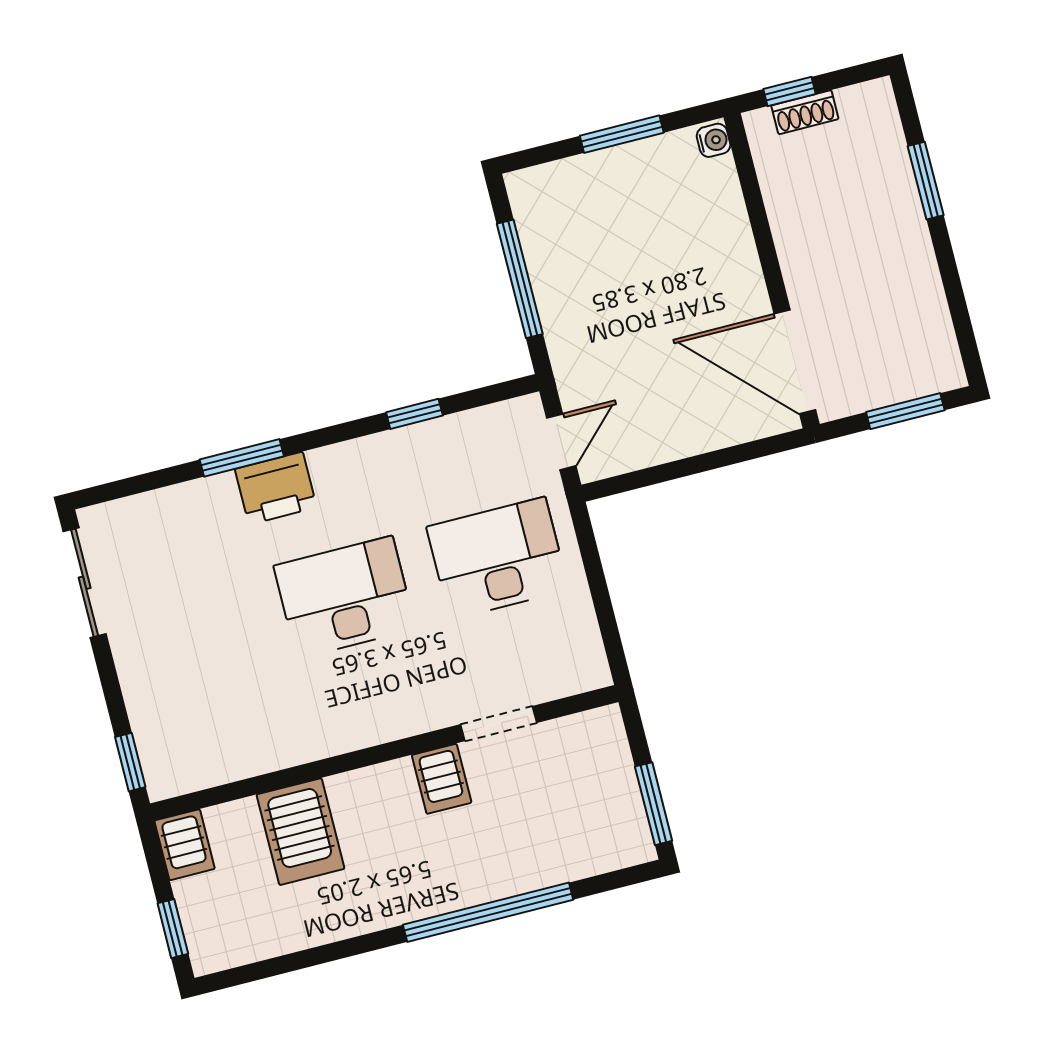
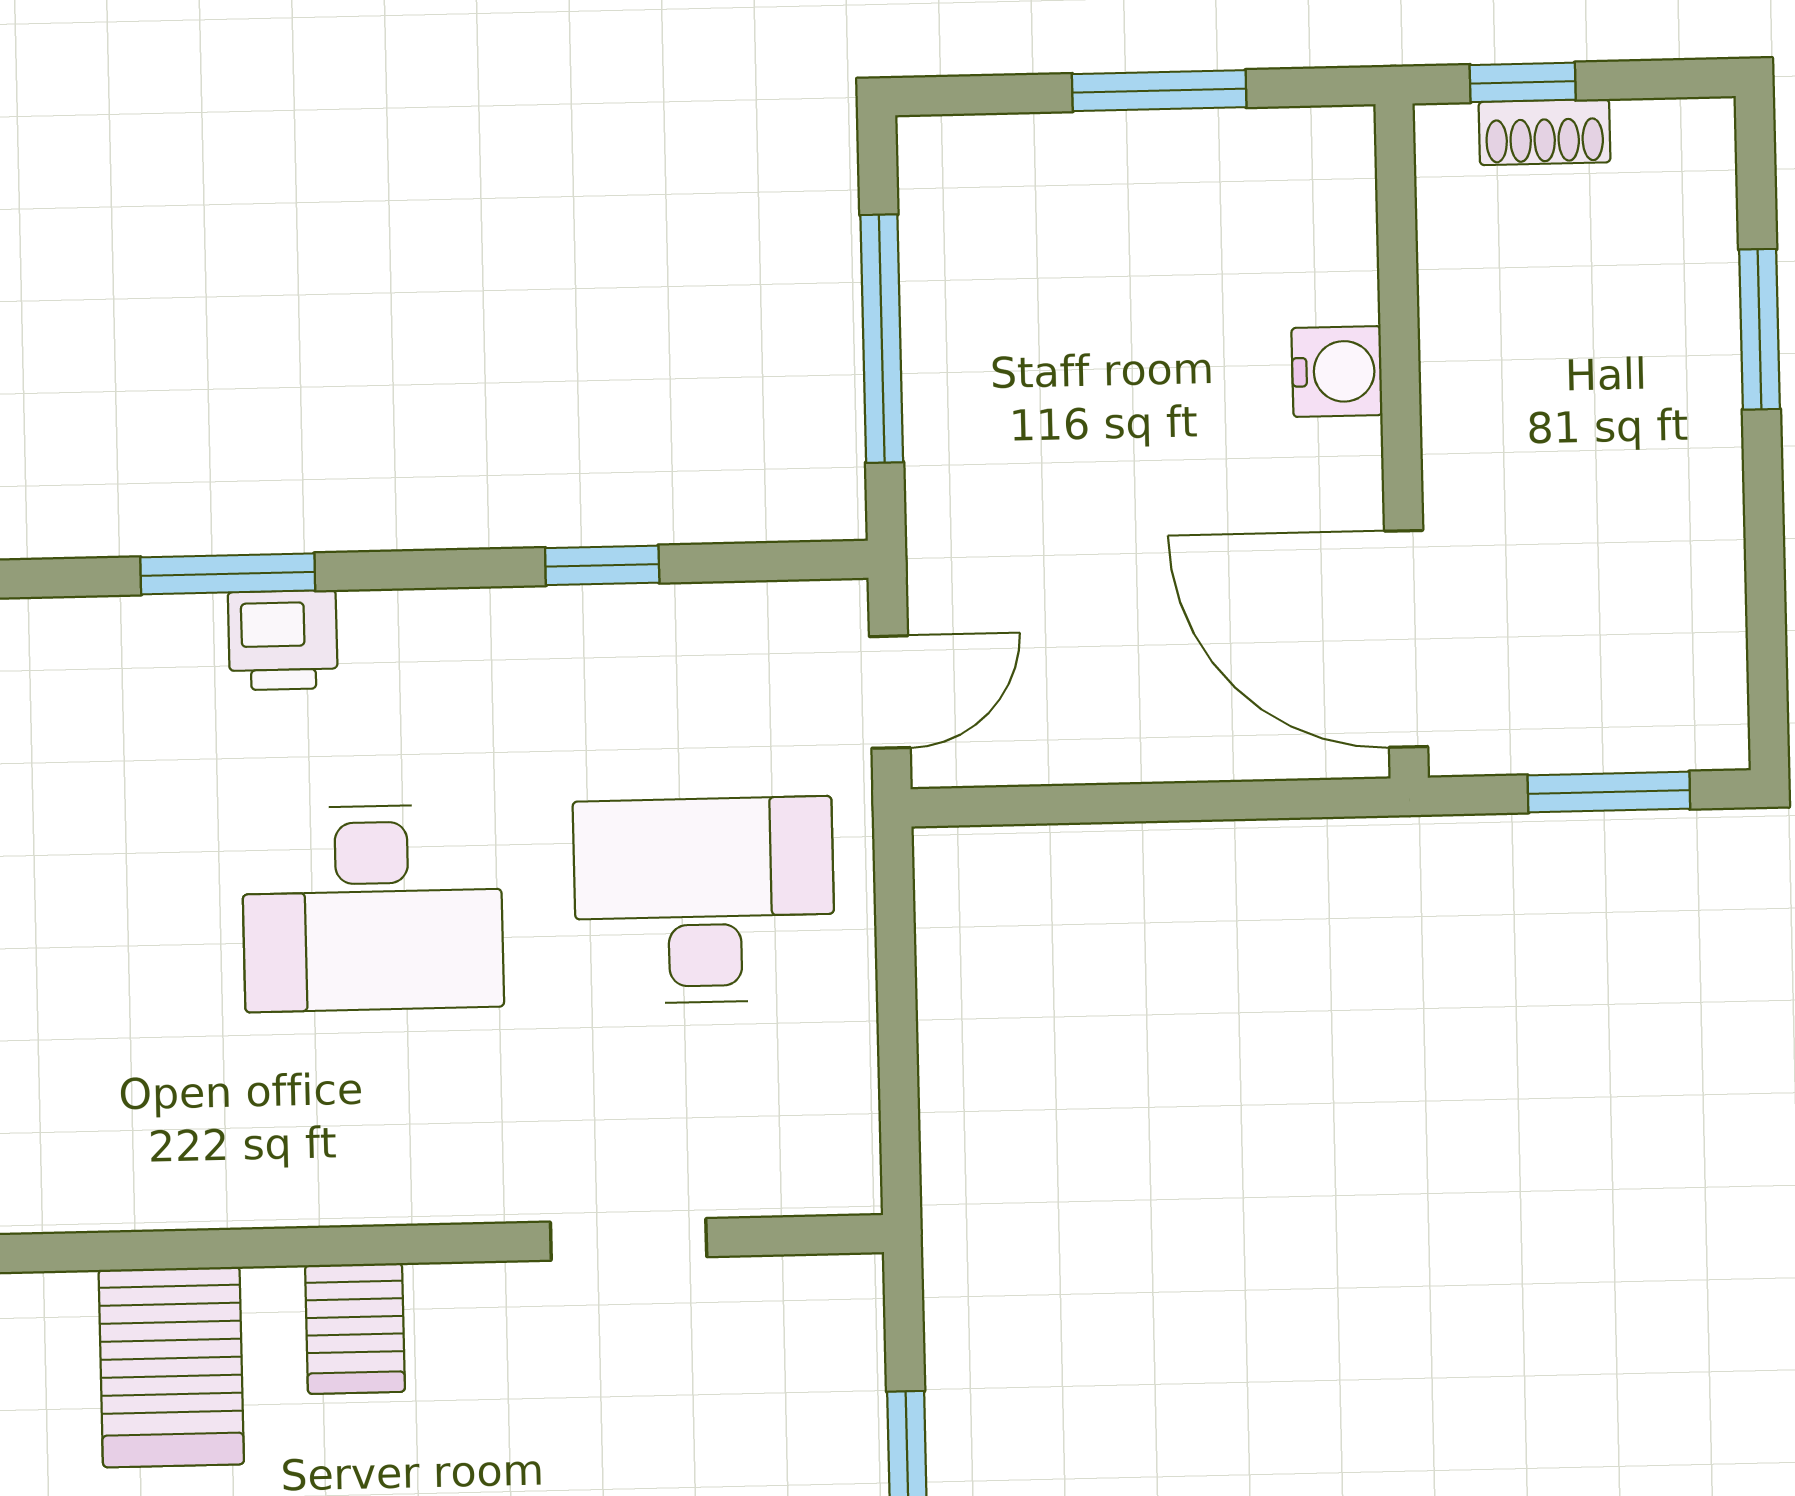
water cooler: (714, 140) -> (1337, 371), moved, width x1.38, depth x1.38
printer: (276, 488) -> (283, 640), width x0.73, depth x0.81
desk: (345, 597) -> (372, 908), turned 180
server rack: (442, 779) -> (355, 1329), moved

